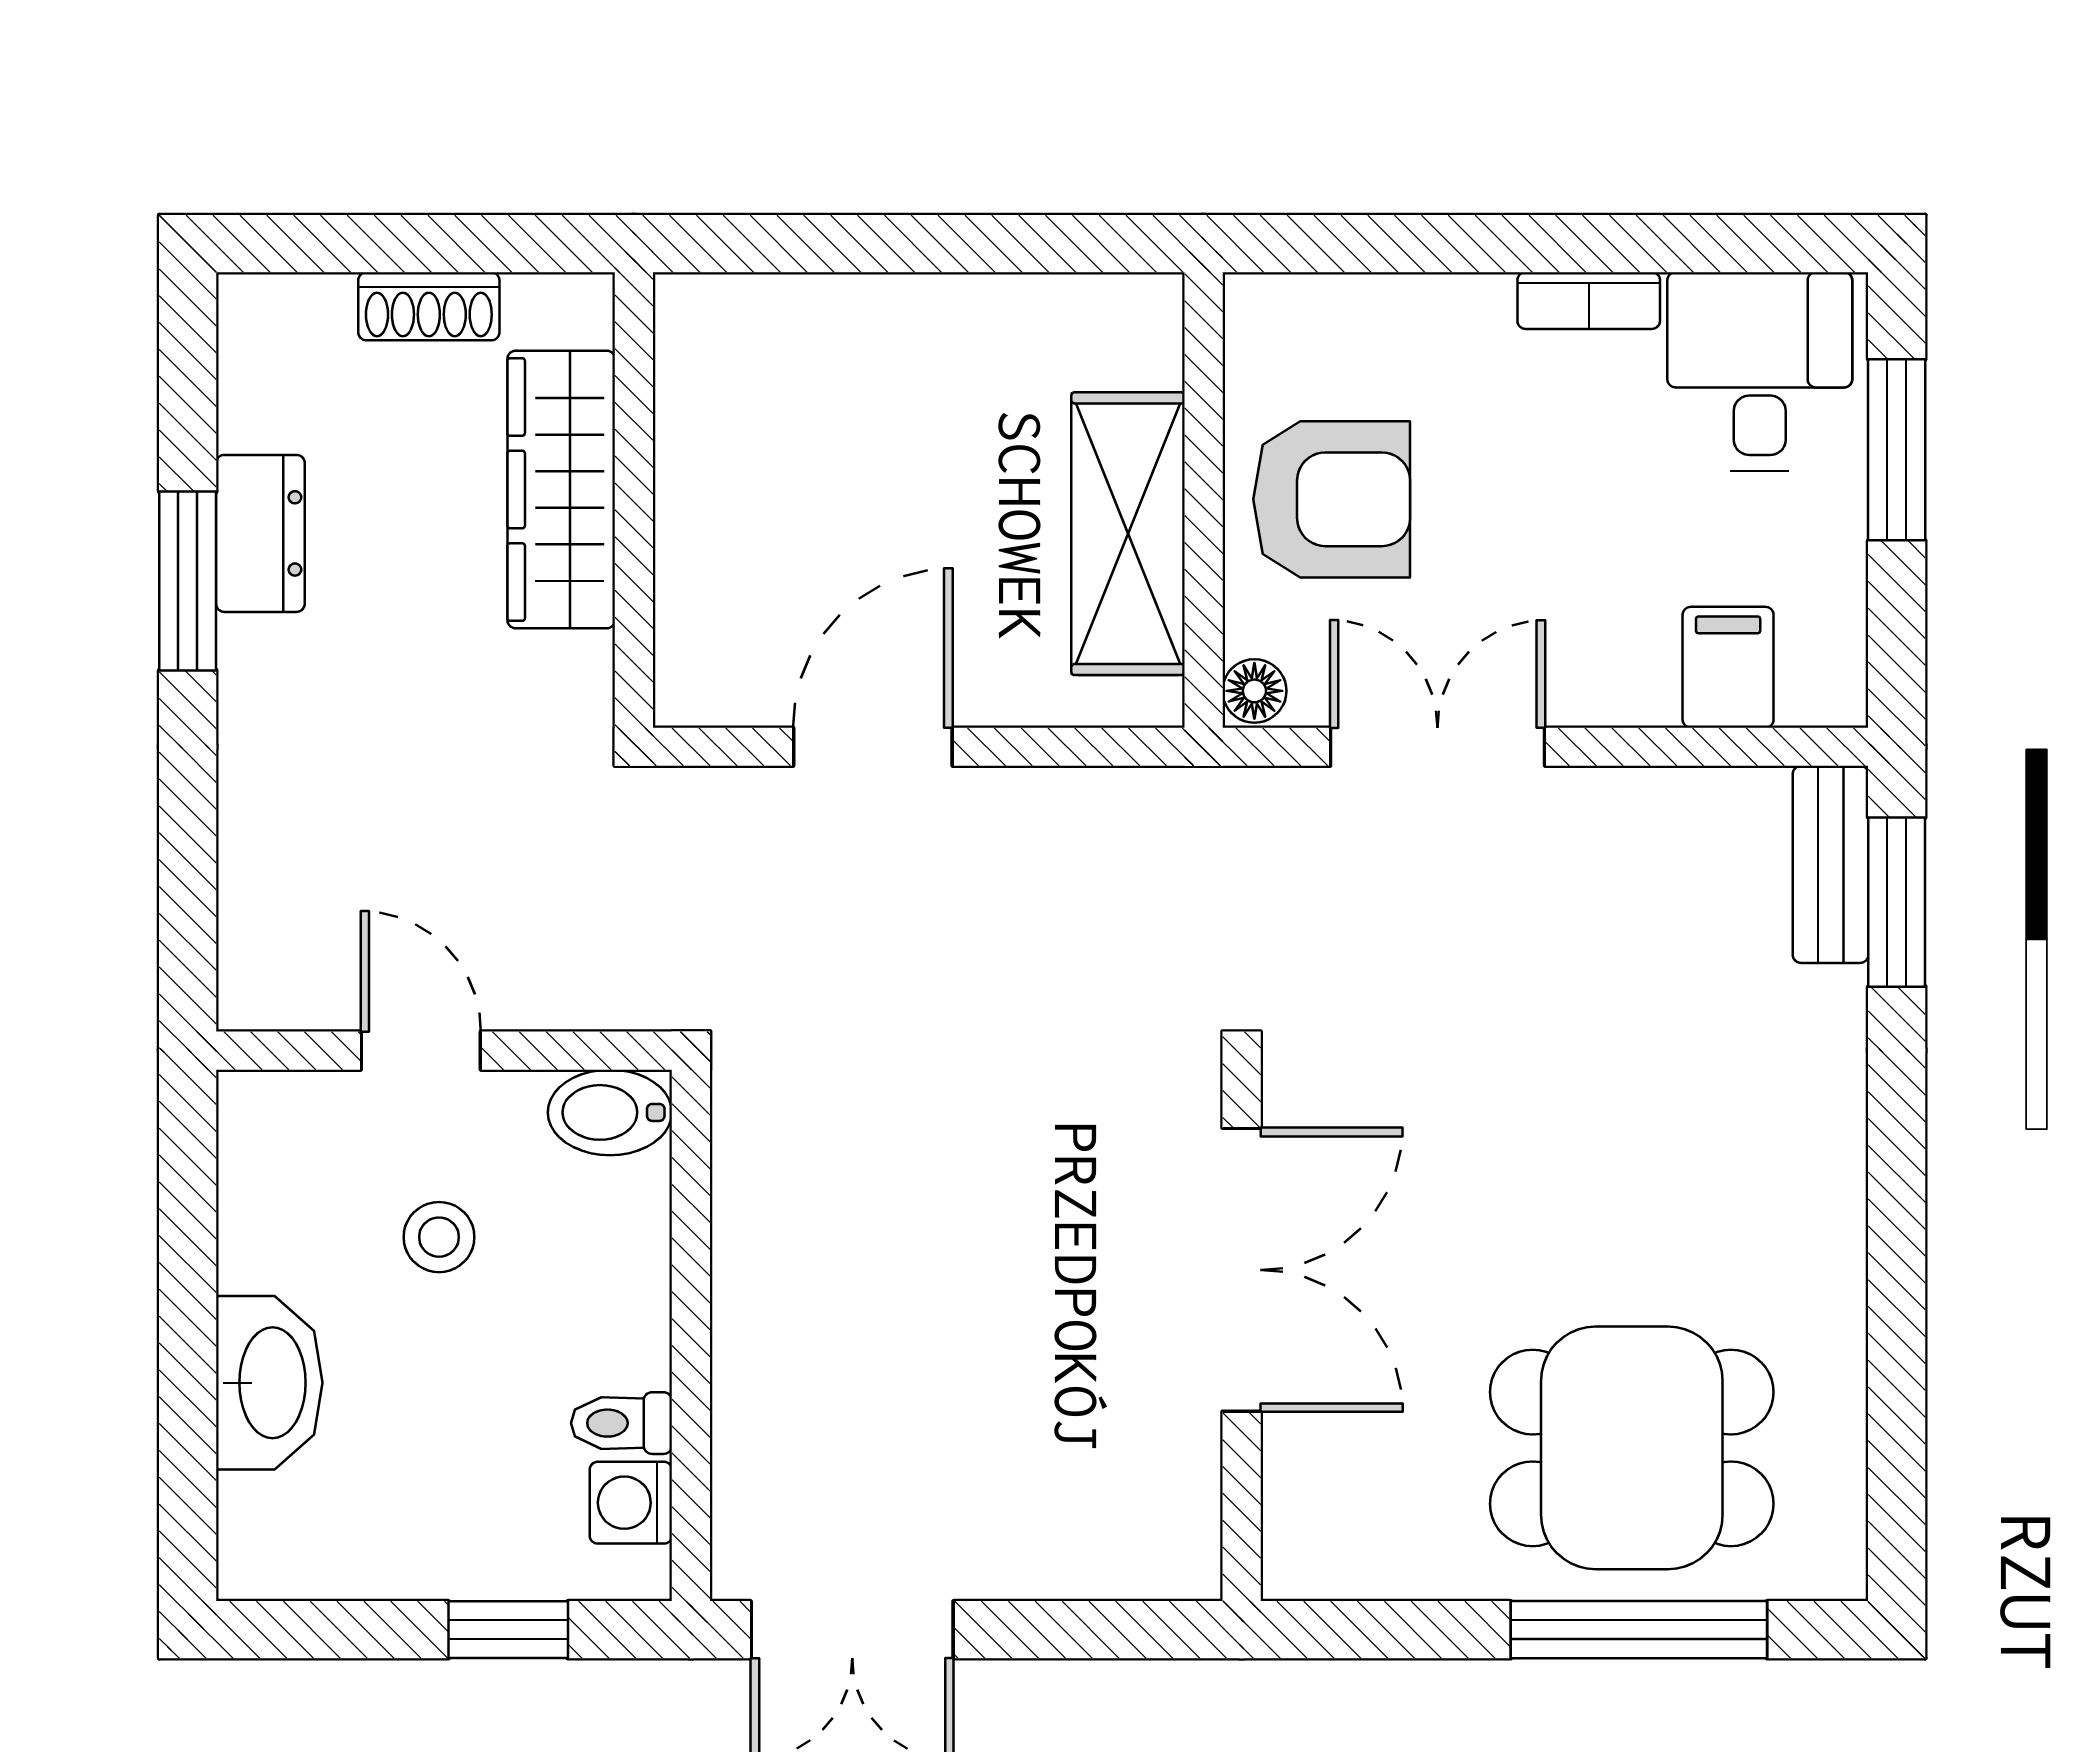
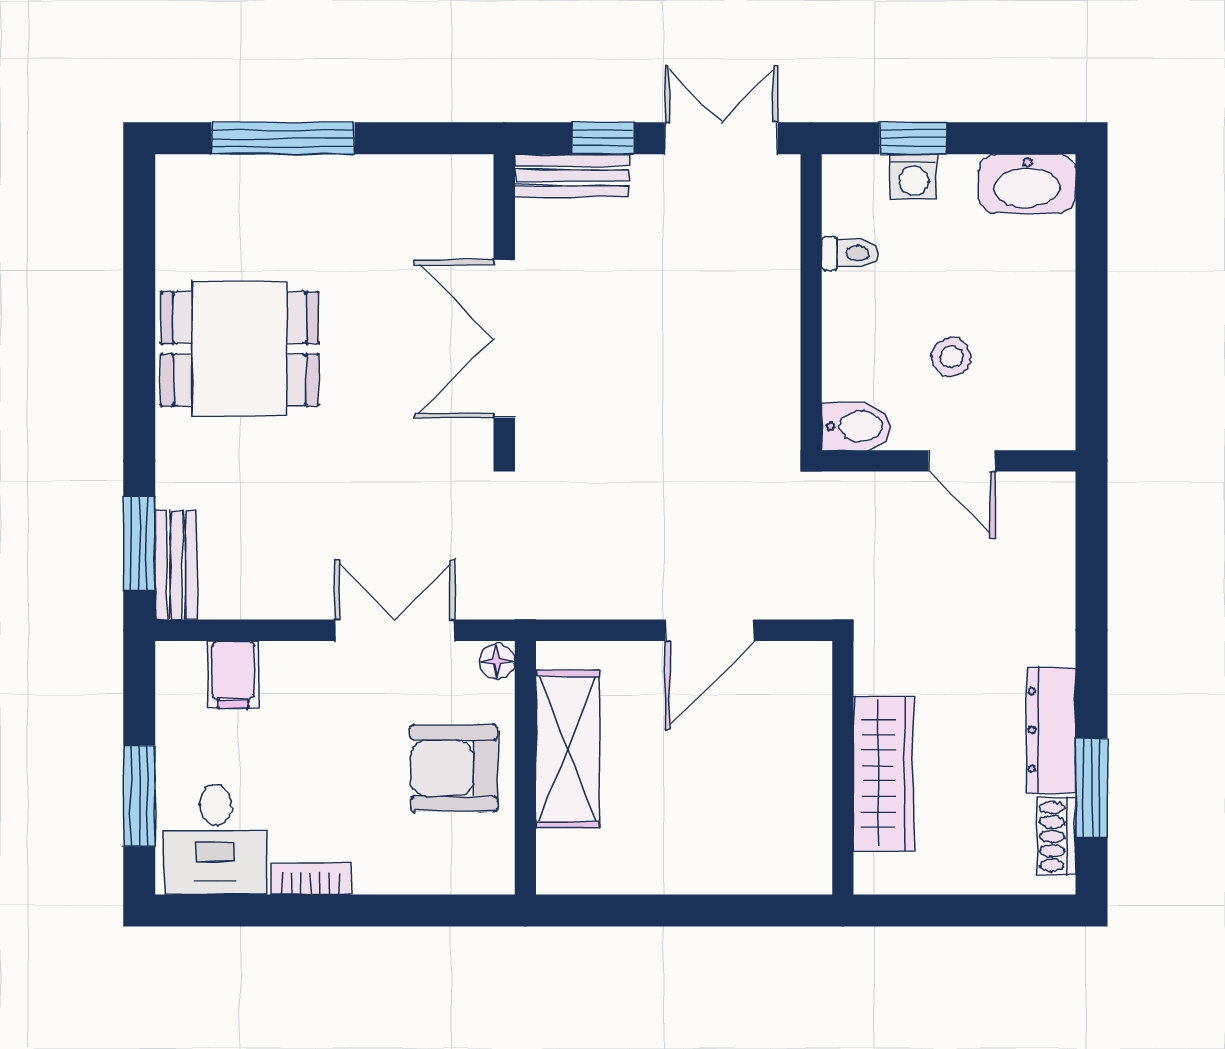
shoe rack: (429, 306) -> (1057, 836), moved, turned -90
dresser: (260, 533) -> (1051, 730), width x1.44
window: (188, 581) -> (1091, 788), moved
double door: (1438, 747) -> (395, 630), swing flipped
washbasin: (269, 1383) -> (1027, 184), moved, turned -90
dining table: (1632, 1448) -> (240, 349), moved
washing machine: (631, 1503) -> (914, 177), moved, turned 90
bench: (1120, 1562) -> (572, 176), added
window: (1065, 1630) -> (603, 138), added

